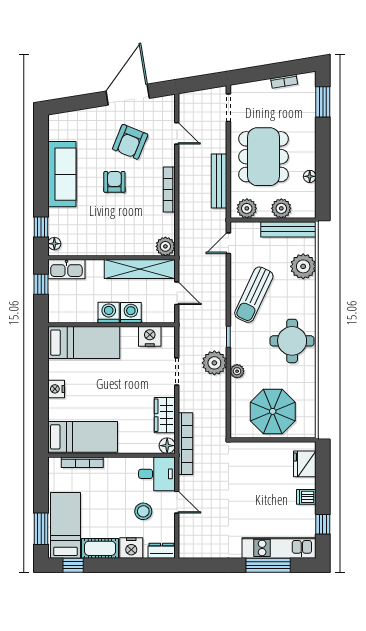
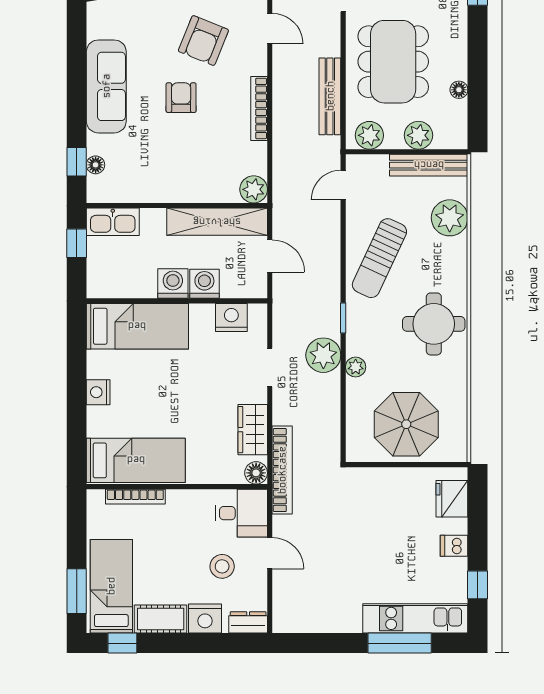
floor lamp: (54, 244) -> (96, 165), moved

